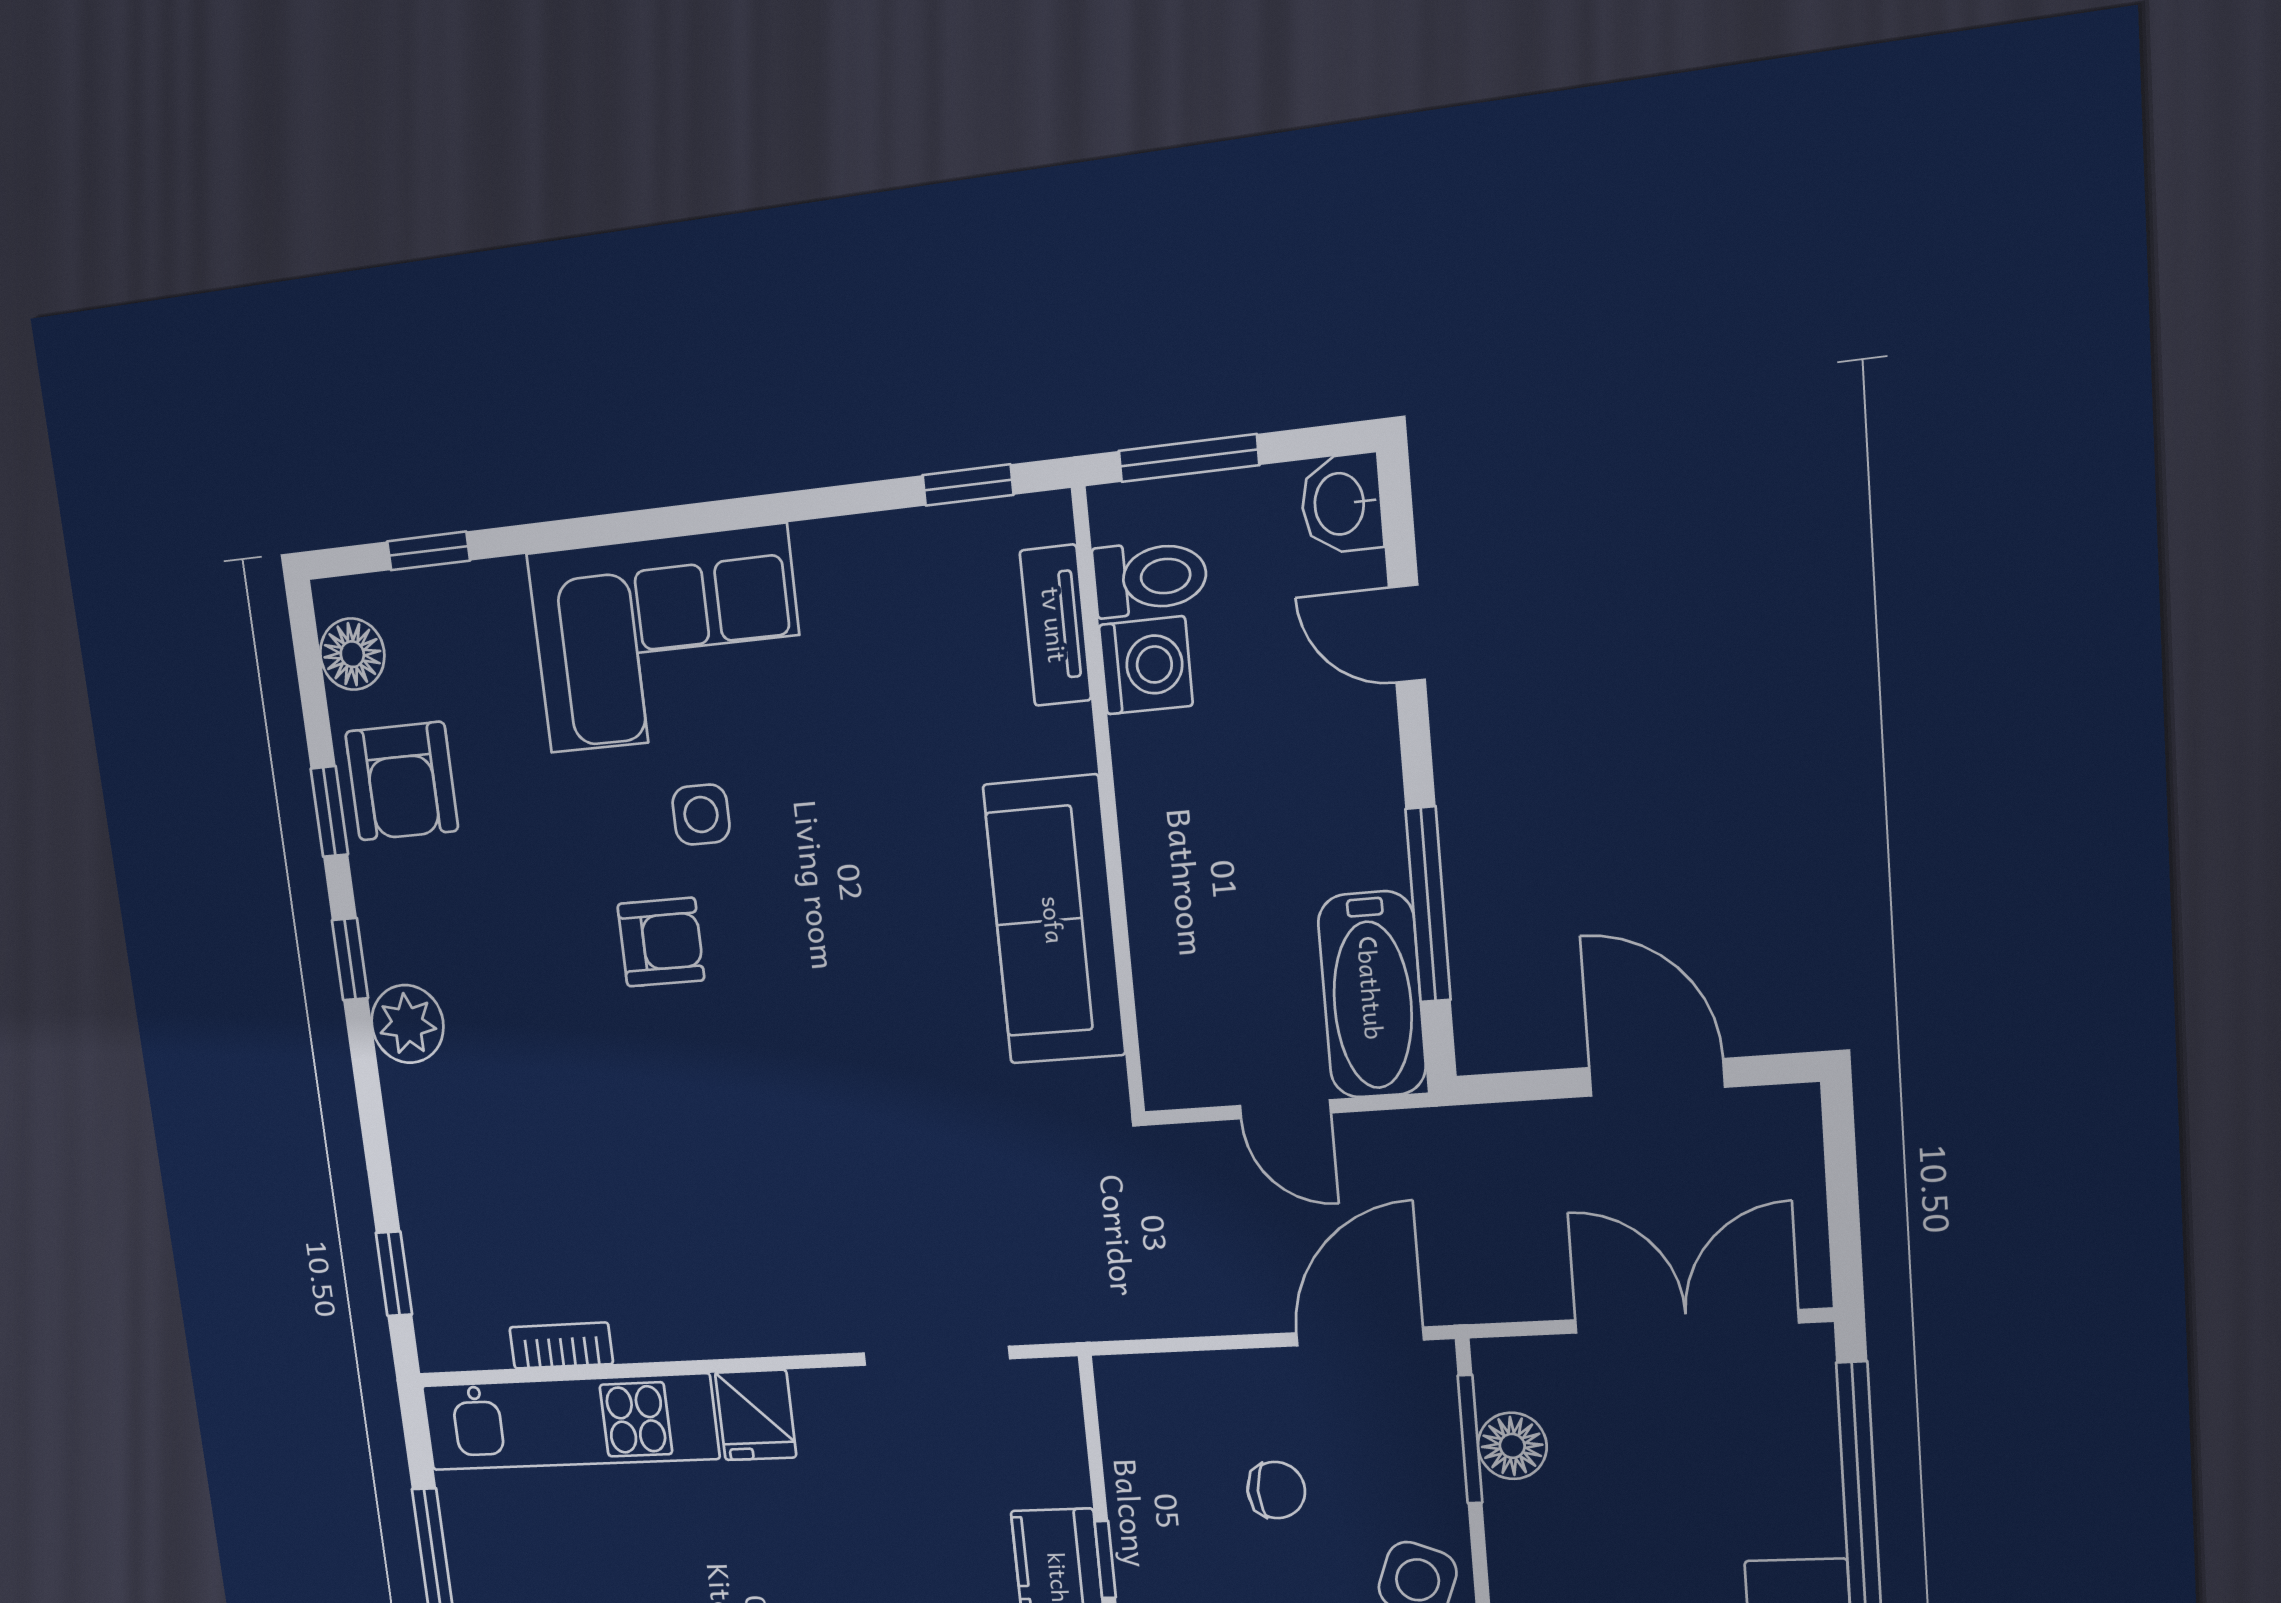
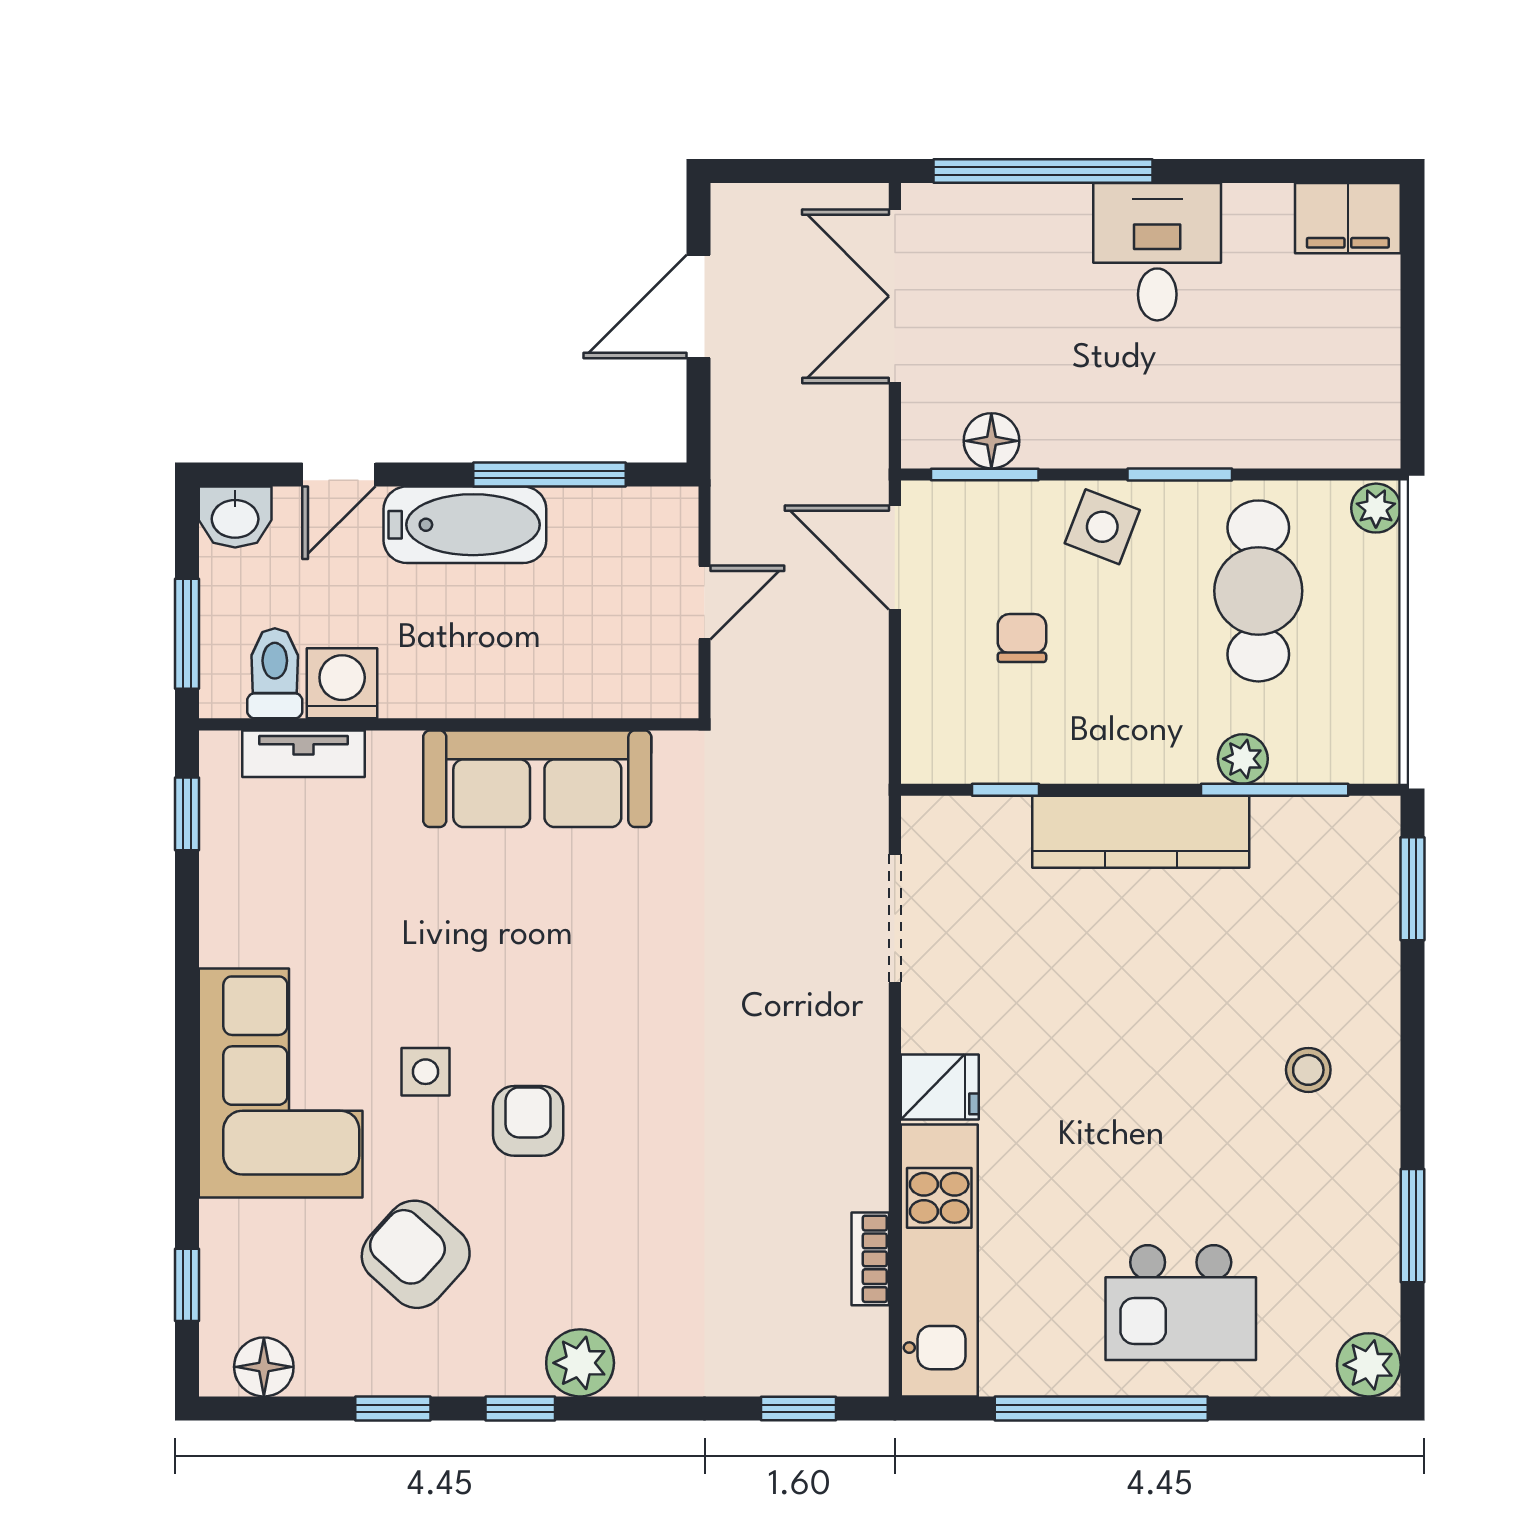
armchair: (402, 781) -> (416, 1254), moved, turned -138
bathtub: (1372, 995) -> (465, 525), moved
window: (1105, 1560) -> (1006, 790), moved

